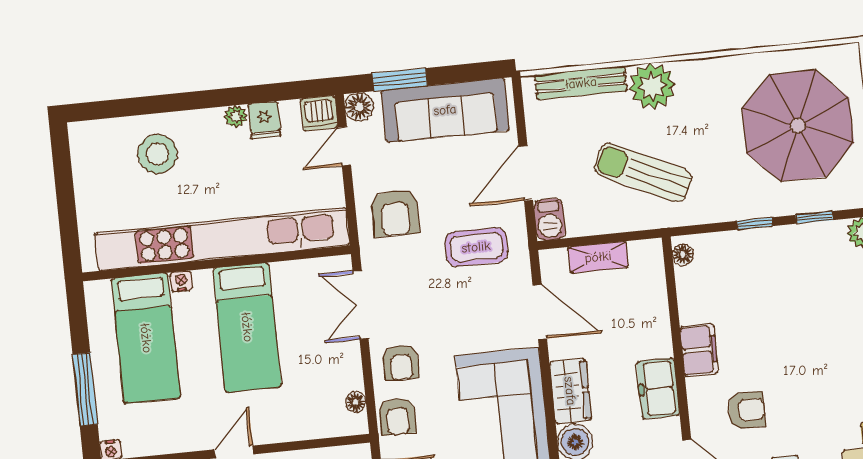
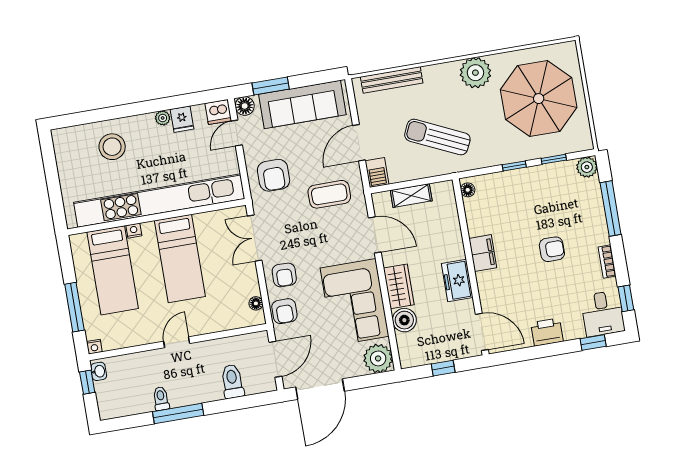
plant: (652, 86) -> (475, 73), moved
armchair: (746, 410) -> (552, 249), moved

